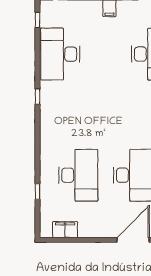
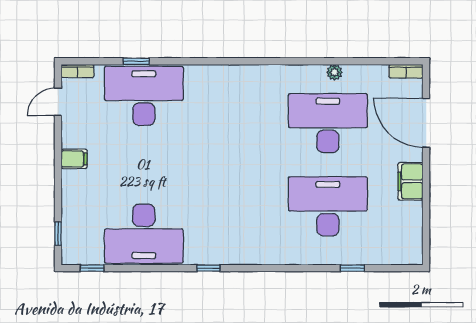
filing cabinet: (65, 230) -> (410, 181), moved

